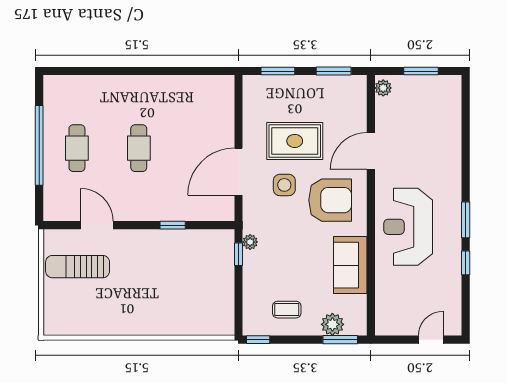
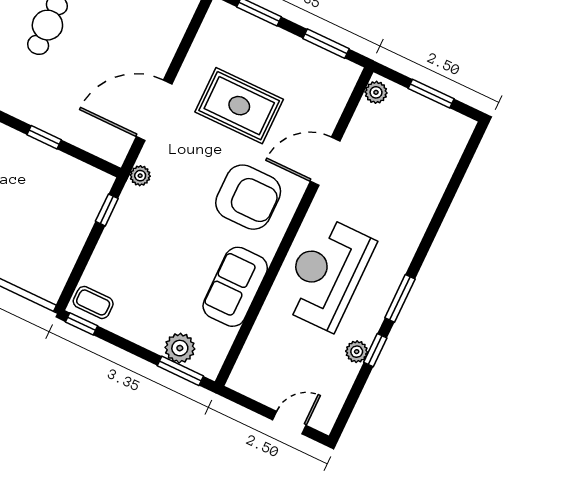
side table: (284, 185) -> (202, 153), removed
plant: (250, 242) -> (140, 176), moved
plant: (453, 270) -> (357, 352), added
coffee table: (287, 310) -> (93, 302), moved

